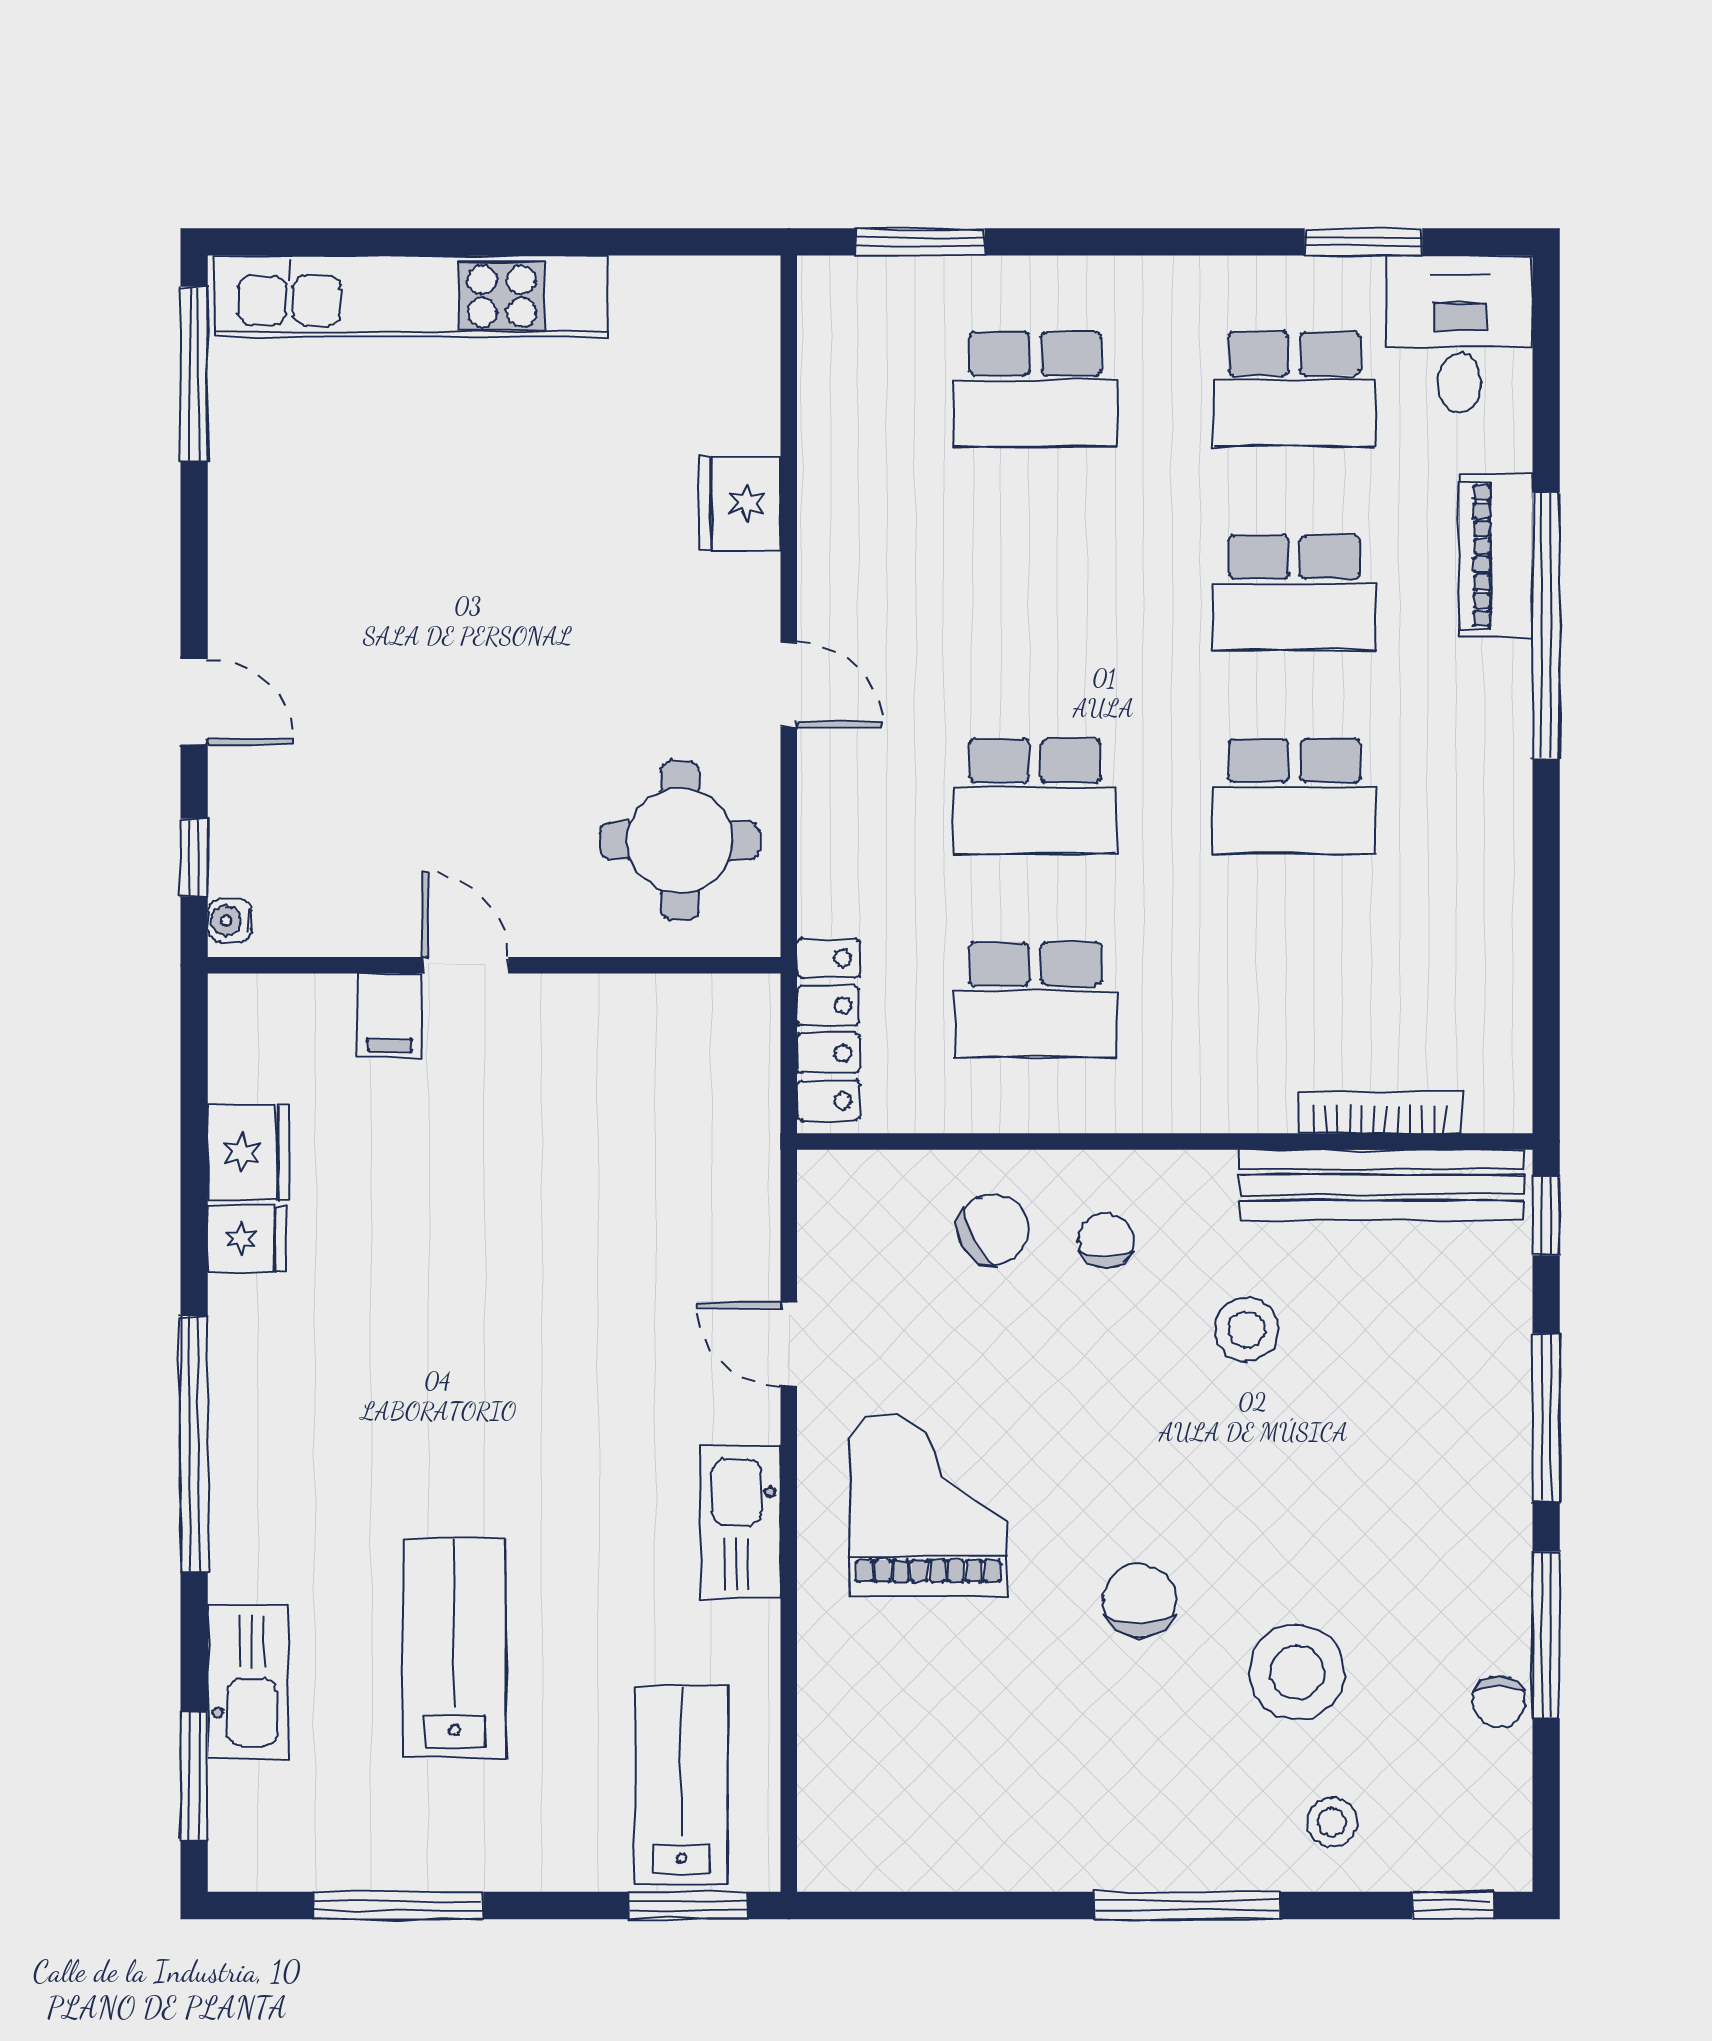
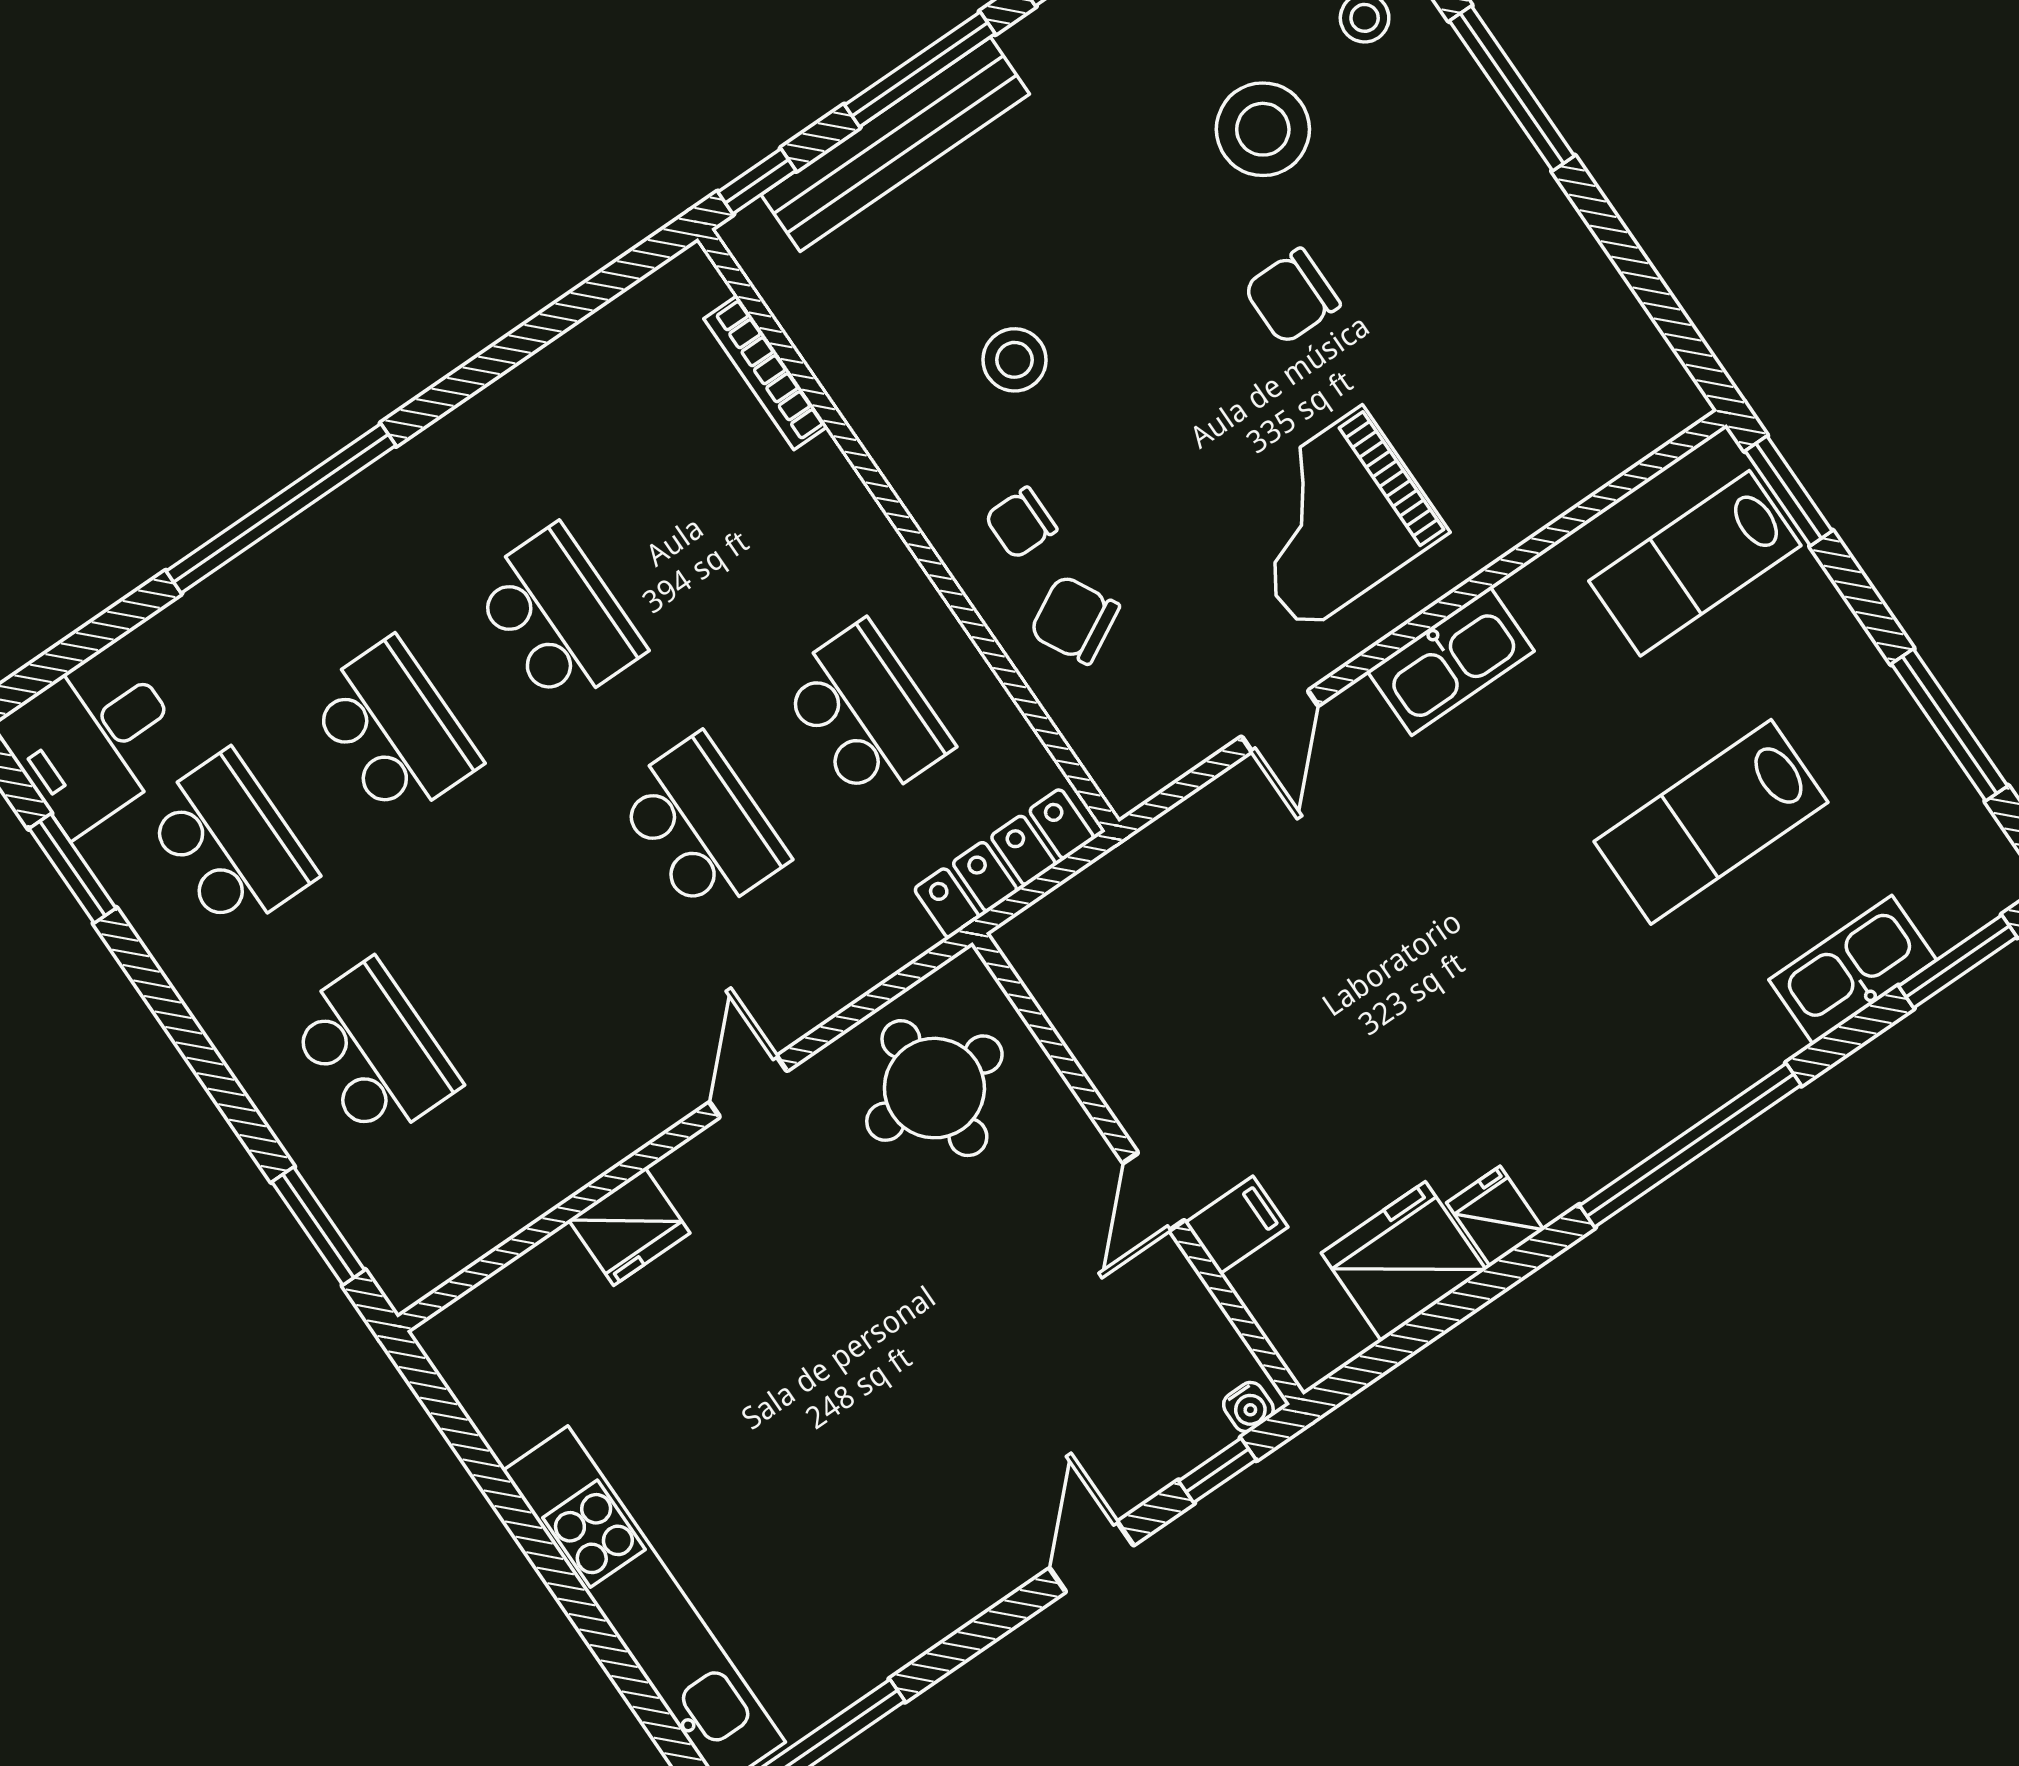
piano: (1496, 556) -> (252, 588), removed
fridge: (249, 1153) -> (1404, 1261), width x1.36, depth x1.34
bench: (1381, 1185) -> (895, 144), moved, turned 90

